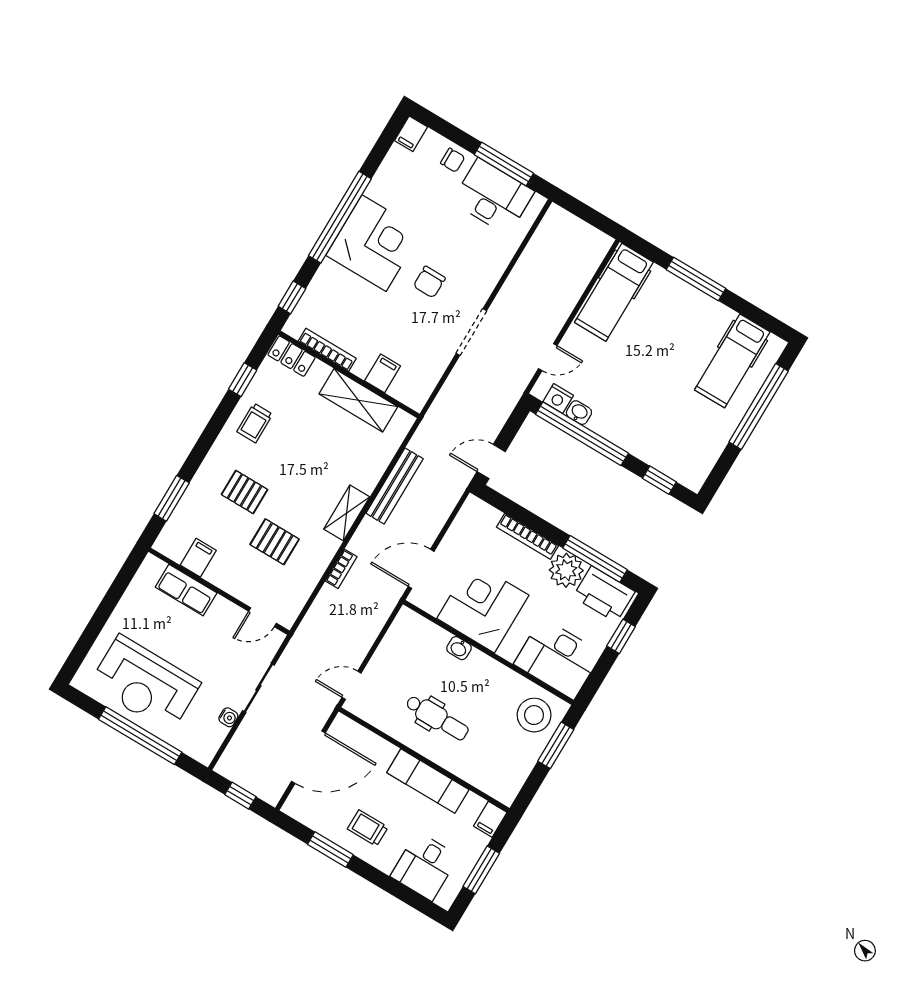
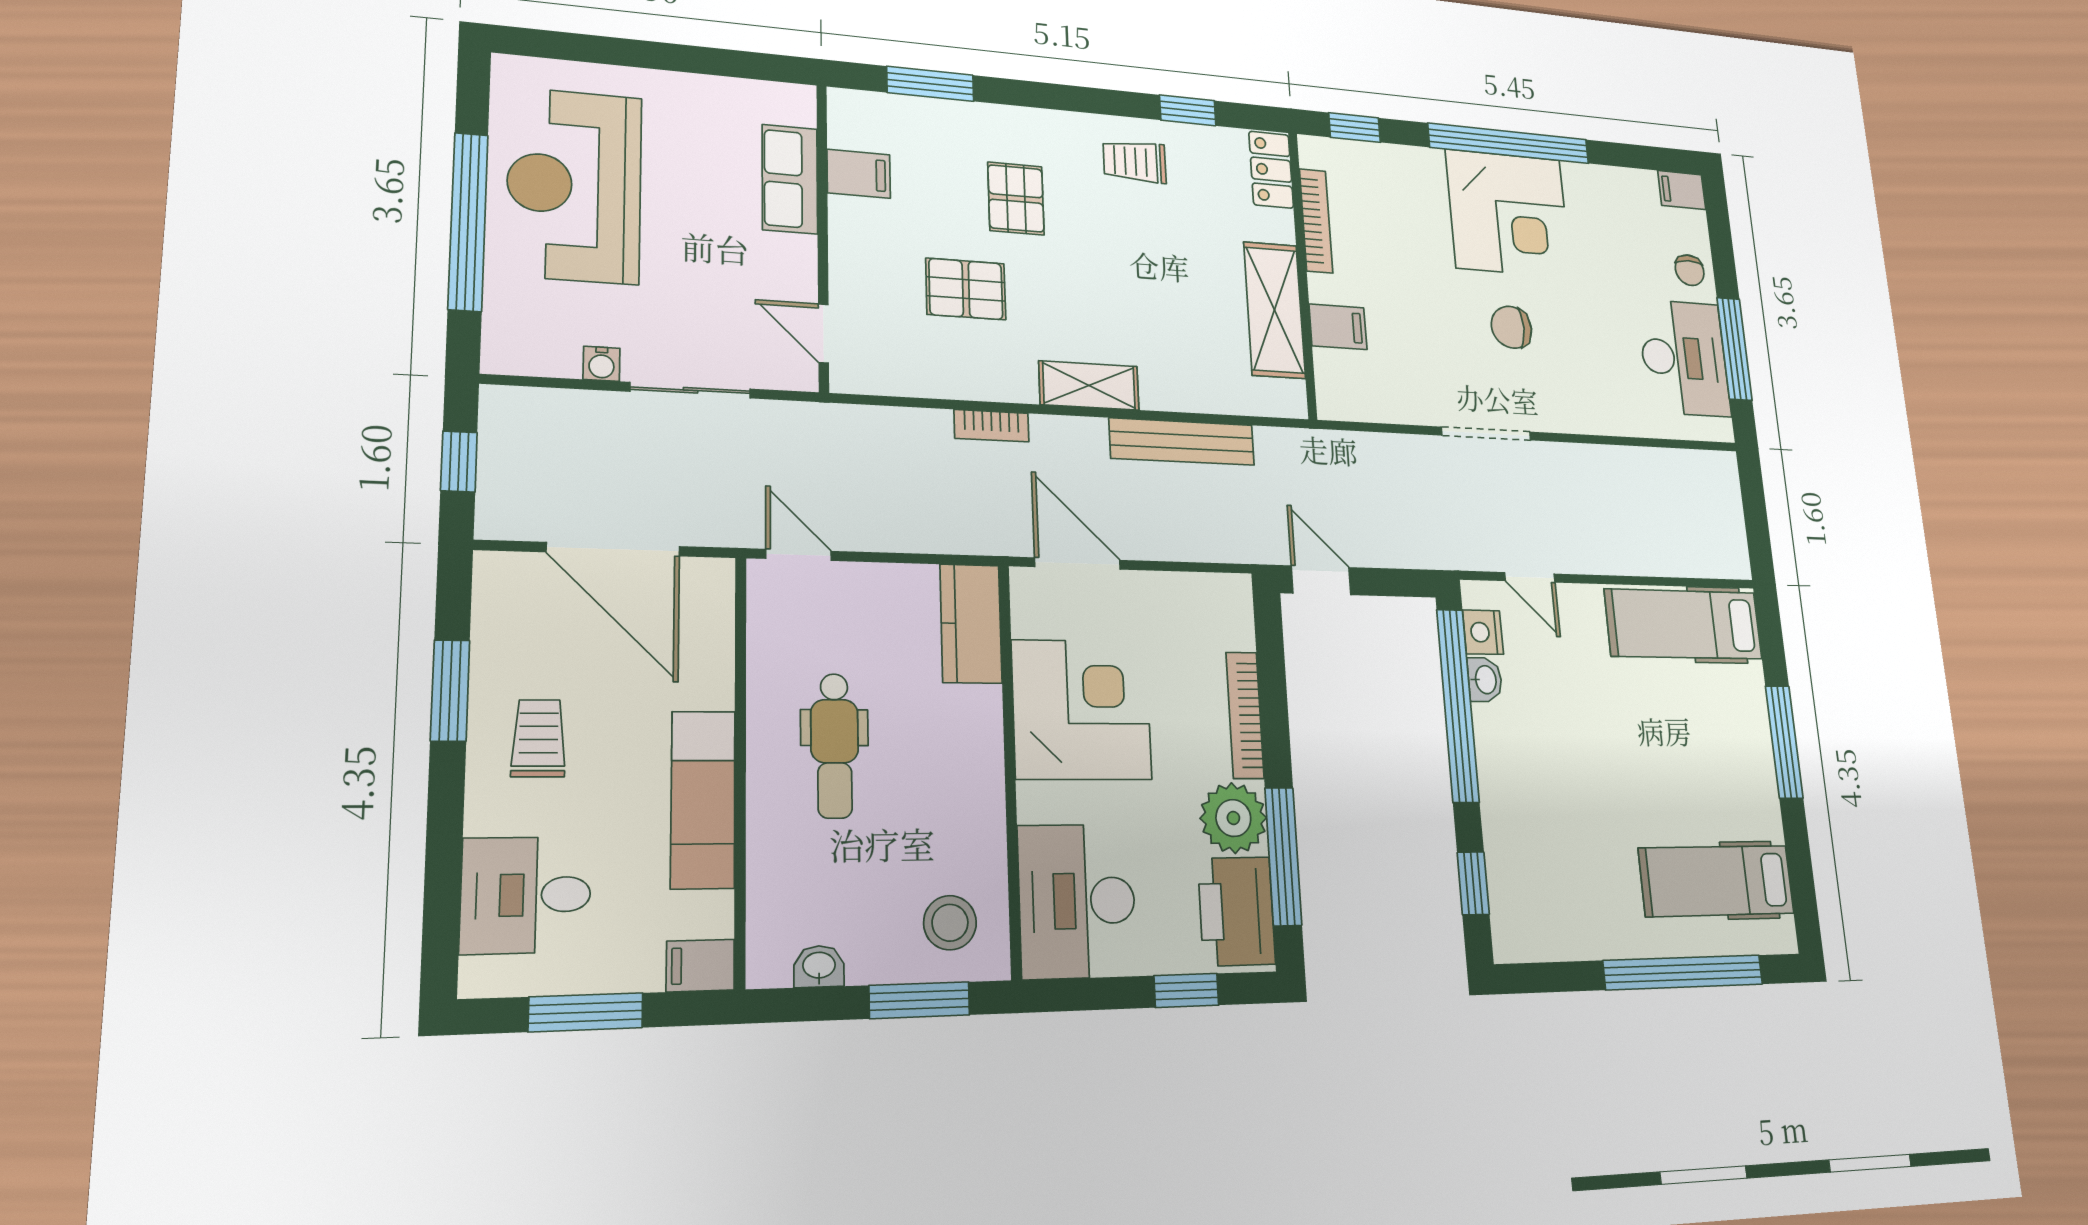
pallet: (275, 542) -> (966, 289), turned 90
kitchen counter: (420, 631) -> (971, 624), added
washbasin: (459, 648) -> (819, 966), moved, turned 90
stool: (534, 715) -> (950, 923), width x0.73, depth x0.73

